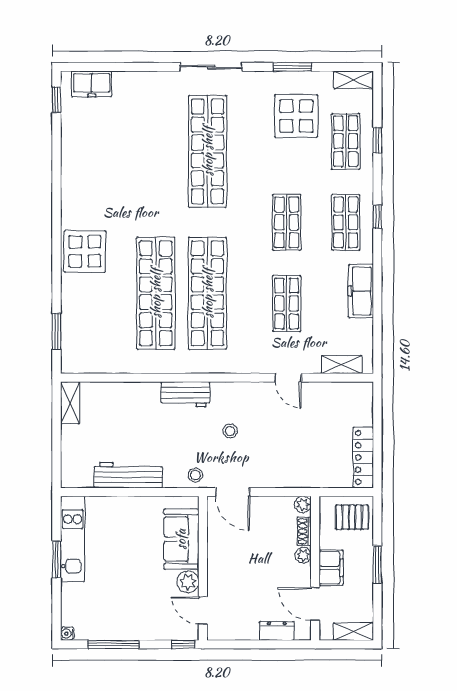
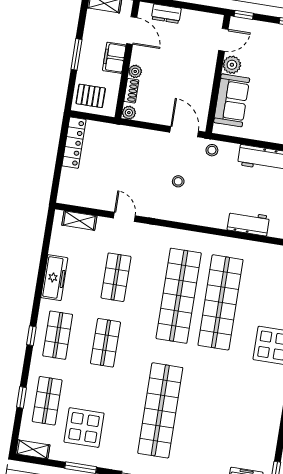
workbench: (185, 394) -> (248, 223), moved
door: (203, 610) -> (223, 40), hinge flipped

